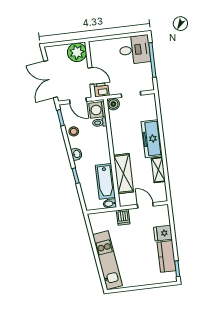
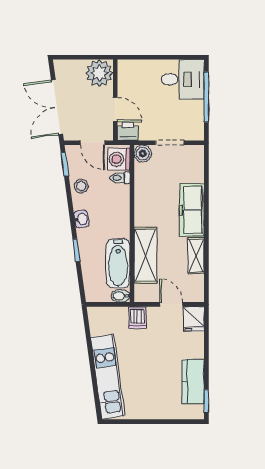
fridge: (163, 233) -> (194, 319), moved, turned -90

